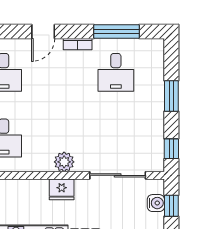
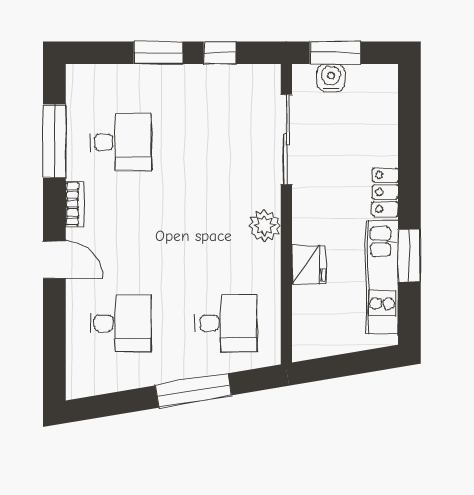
window: (171, 149) -> (220, 53), moved
fridge: (62, 189) -> (309, 265), moved
window: (171, 206) -> (335, 53), width x1.50

